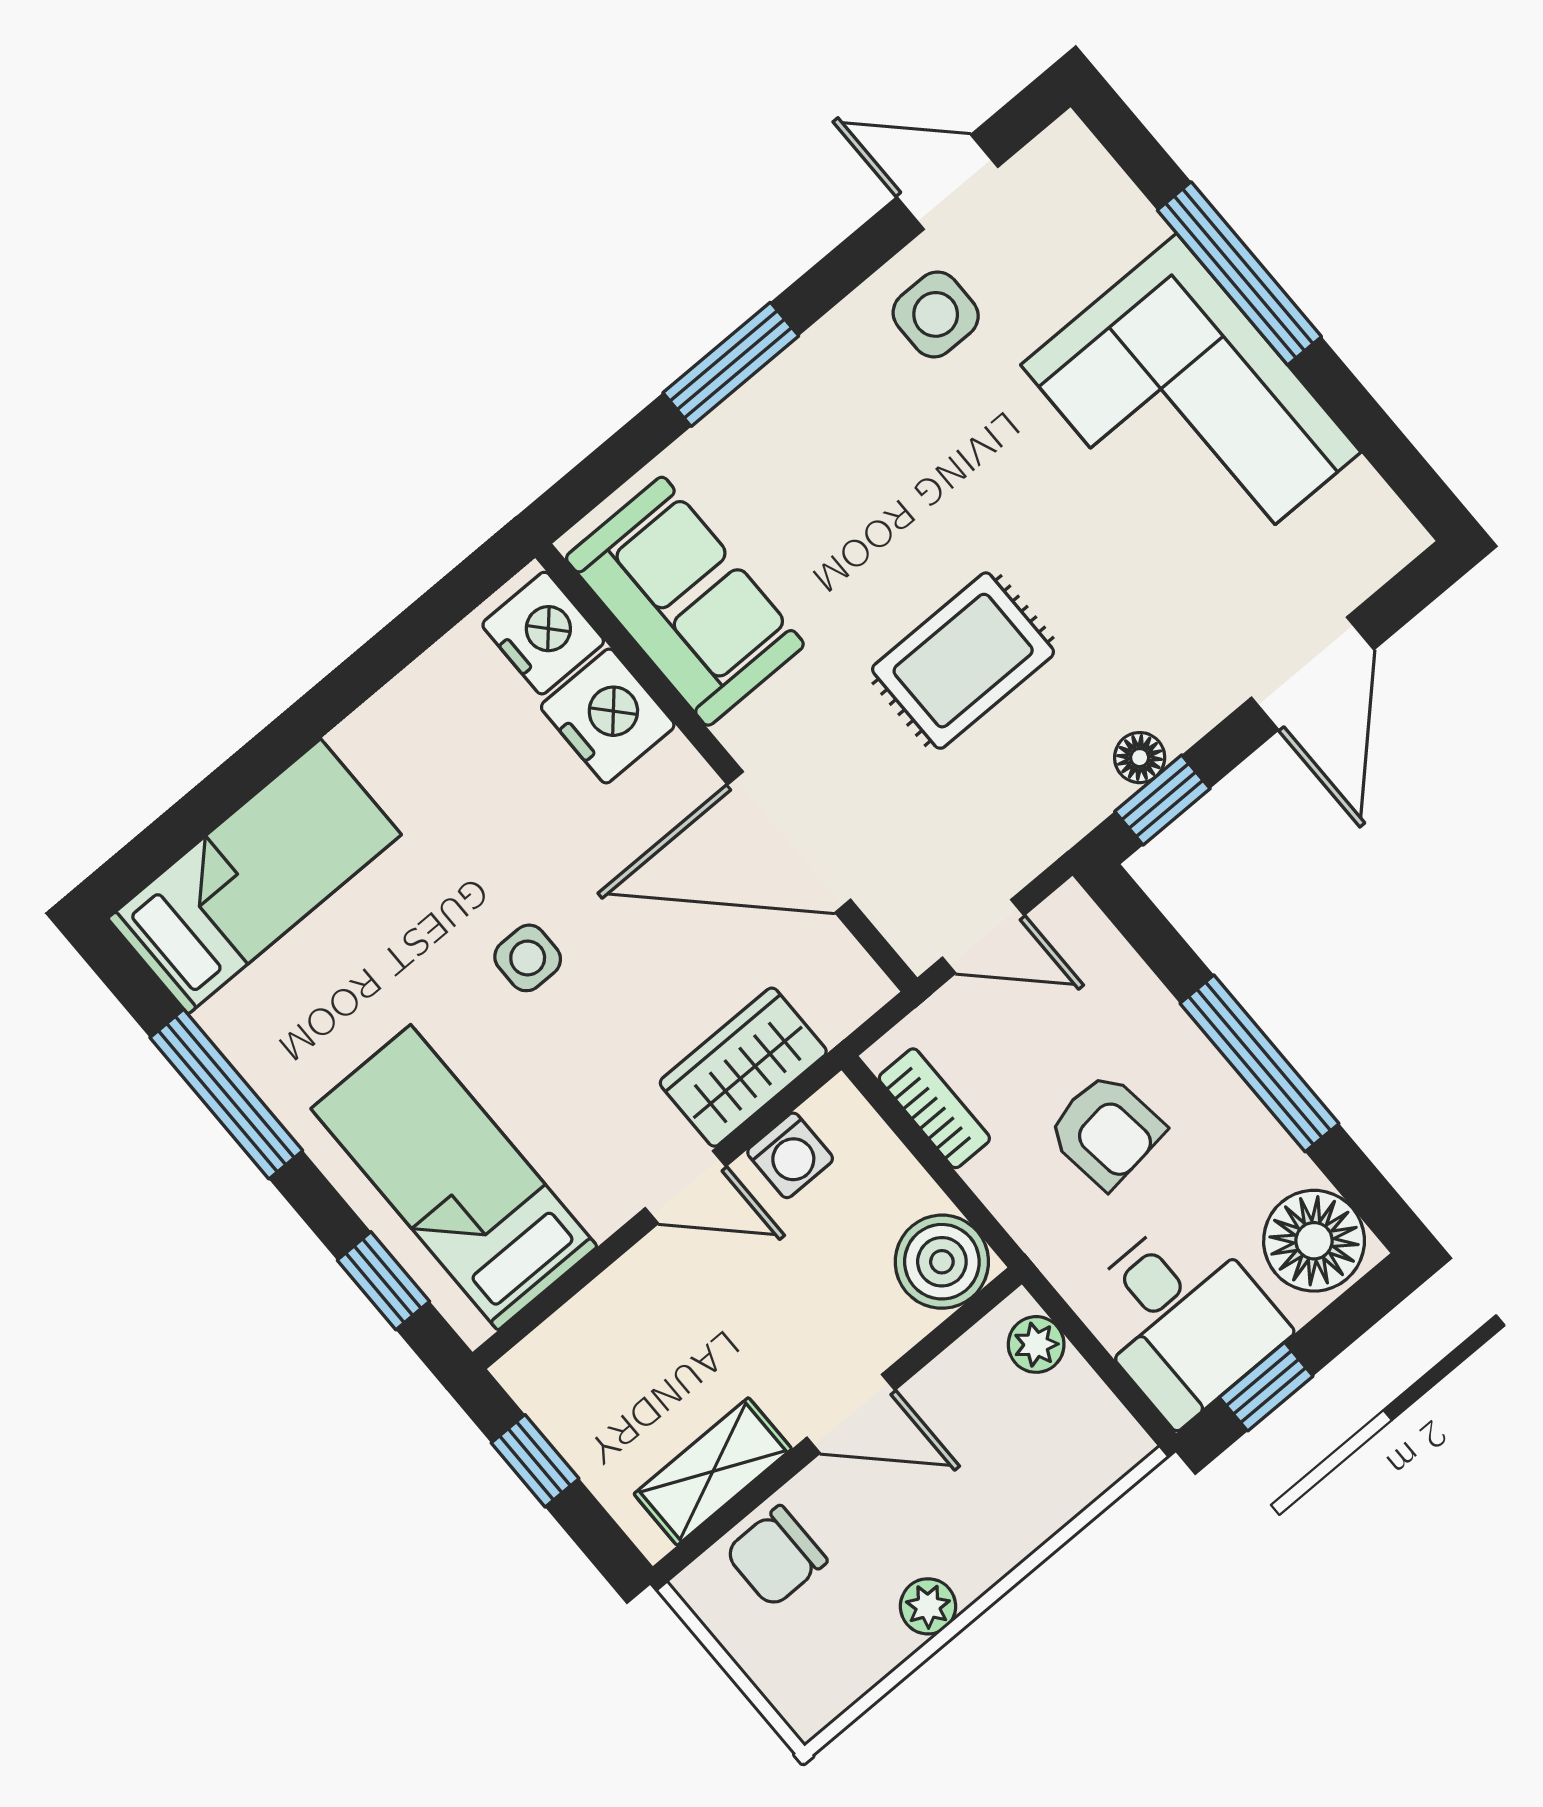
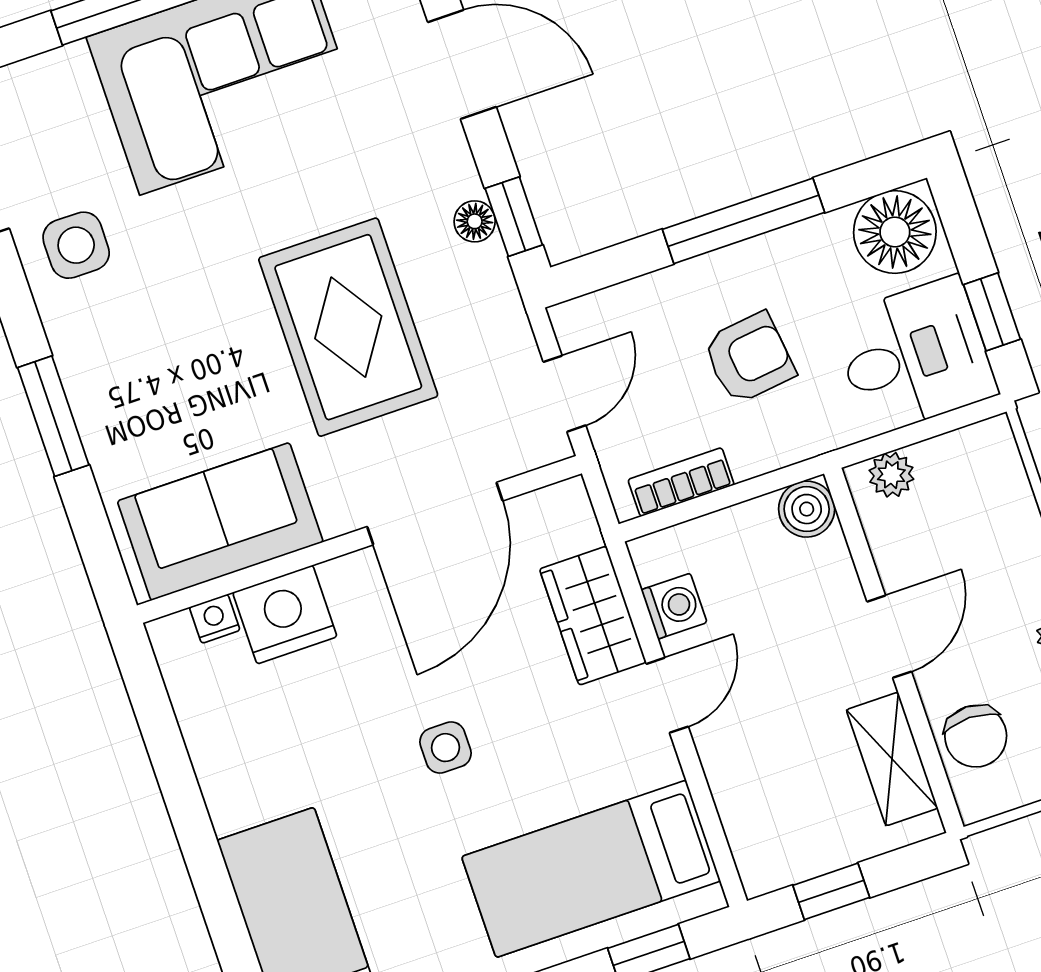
nightstand: (543, 633) -> (215, 619), width x0.53, depth x0.56
rug: (963, 661) -> (348, 327), width x1.36, depth x1.43
boiler: (942, 1262) -> (807, 509), width x0.73, depth x0.73

